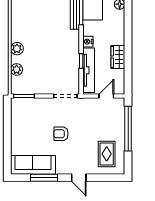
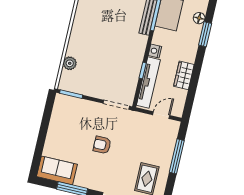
window: (128, 17) -> (205, 34), added
plant: (17, 49) -> (75, 41), removed
window: (128, 129) -> (177, 156), width x0.68
sofa: (33, 165) -> (57, 170), width x0.73

